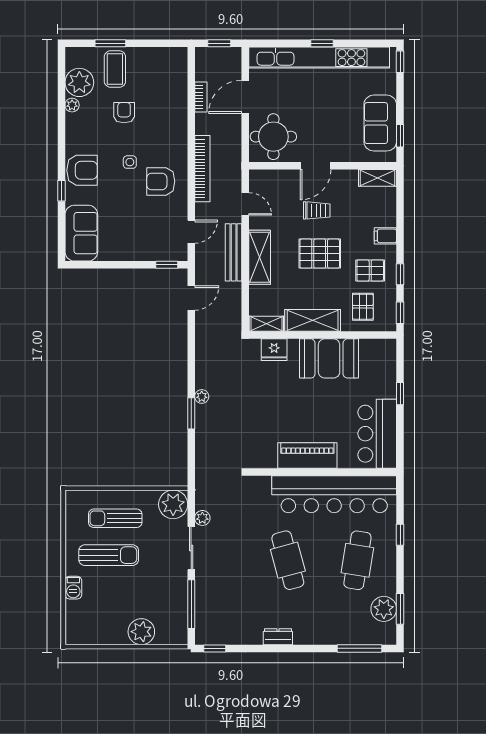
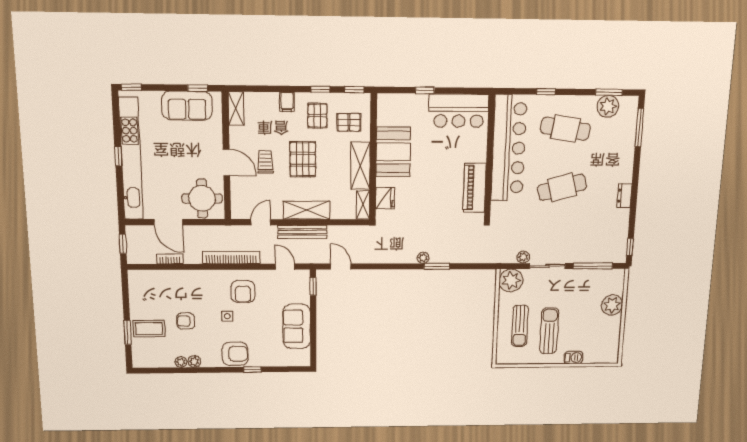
plant: (79, 82) -> (194, 361), moved, width x0.53, depth x0.53
armchair: (82, 170) -> (235, 354), turned 90
sofa: (81, 233) -> (297, 326), moved, turned -90
piano: (307, 456) -> (475, 188), moved

